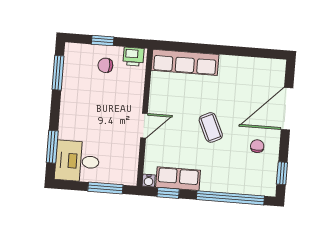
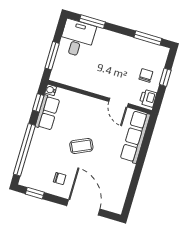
door: (144, 126) -> (118, 103), moved

